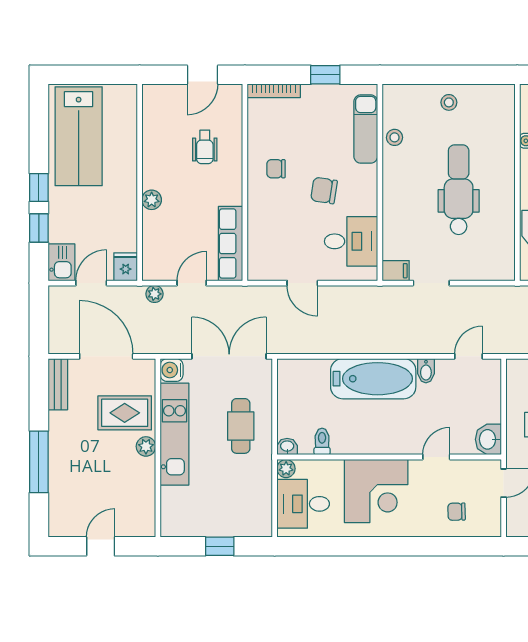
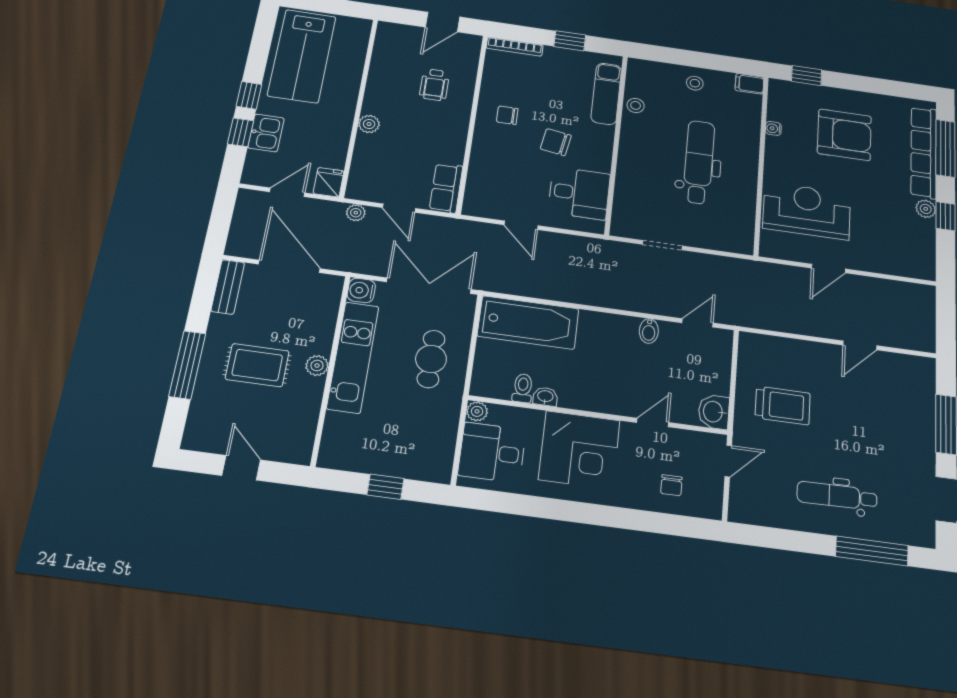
row of seats: (231, 244) -> (446, 188), width x0.68
kitchen sink: (61, 262) -> (266, 133), moved
filing cabinet: (396, 271) -> (750, 84), moved, turned 180
door: (192, 283) -> (399, 208), swing flipped
bathtub: (373, 379) -> (528, 322), moved
rug: (125, 413) -> (257, 365), moved
washbasin: (287, 447) -> (545, 397), moved
chair: (457, 512) -> (671, 485), turned -89
door: (101, 546) -> (241, 468), hinge flipped

